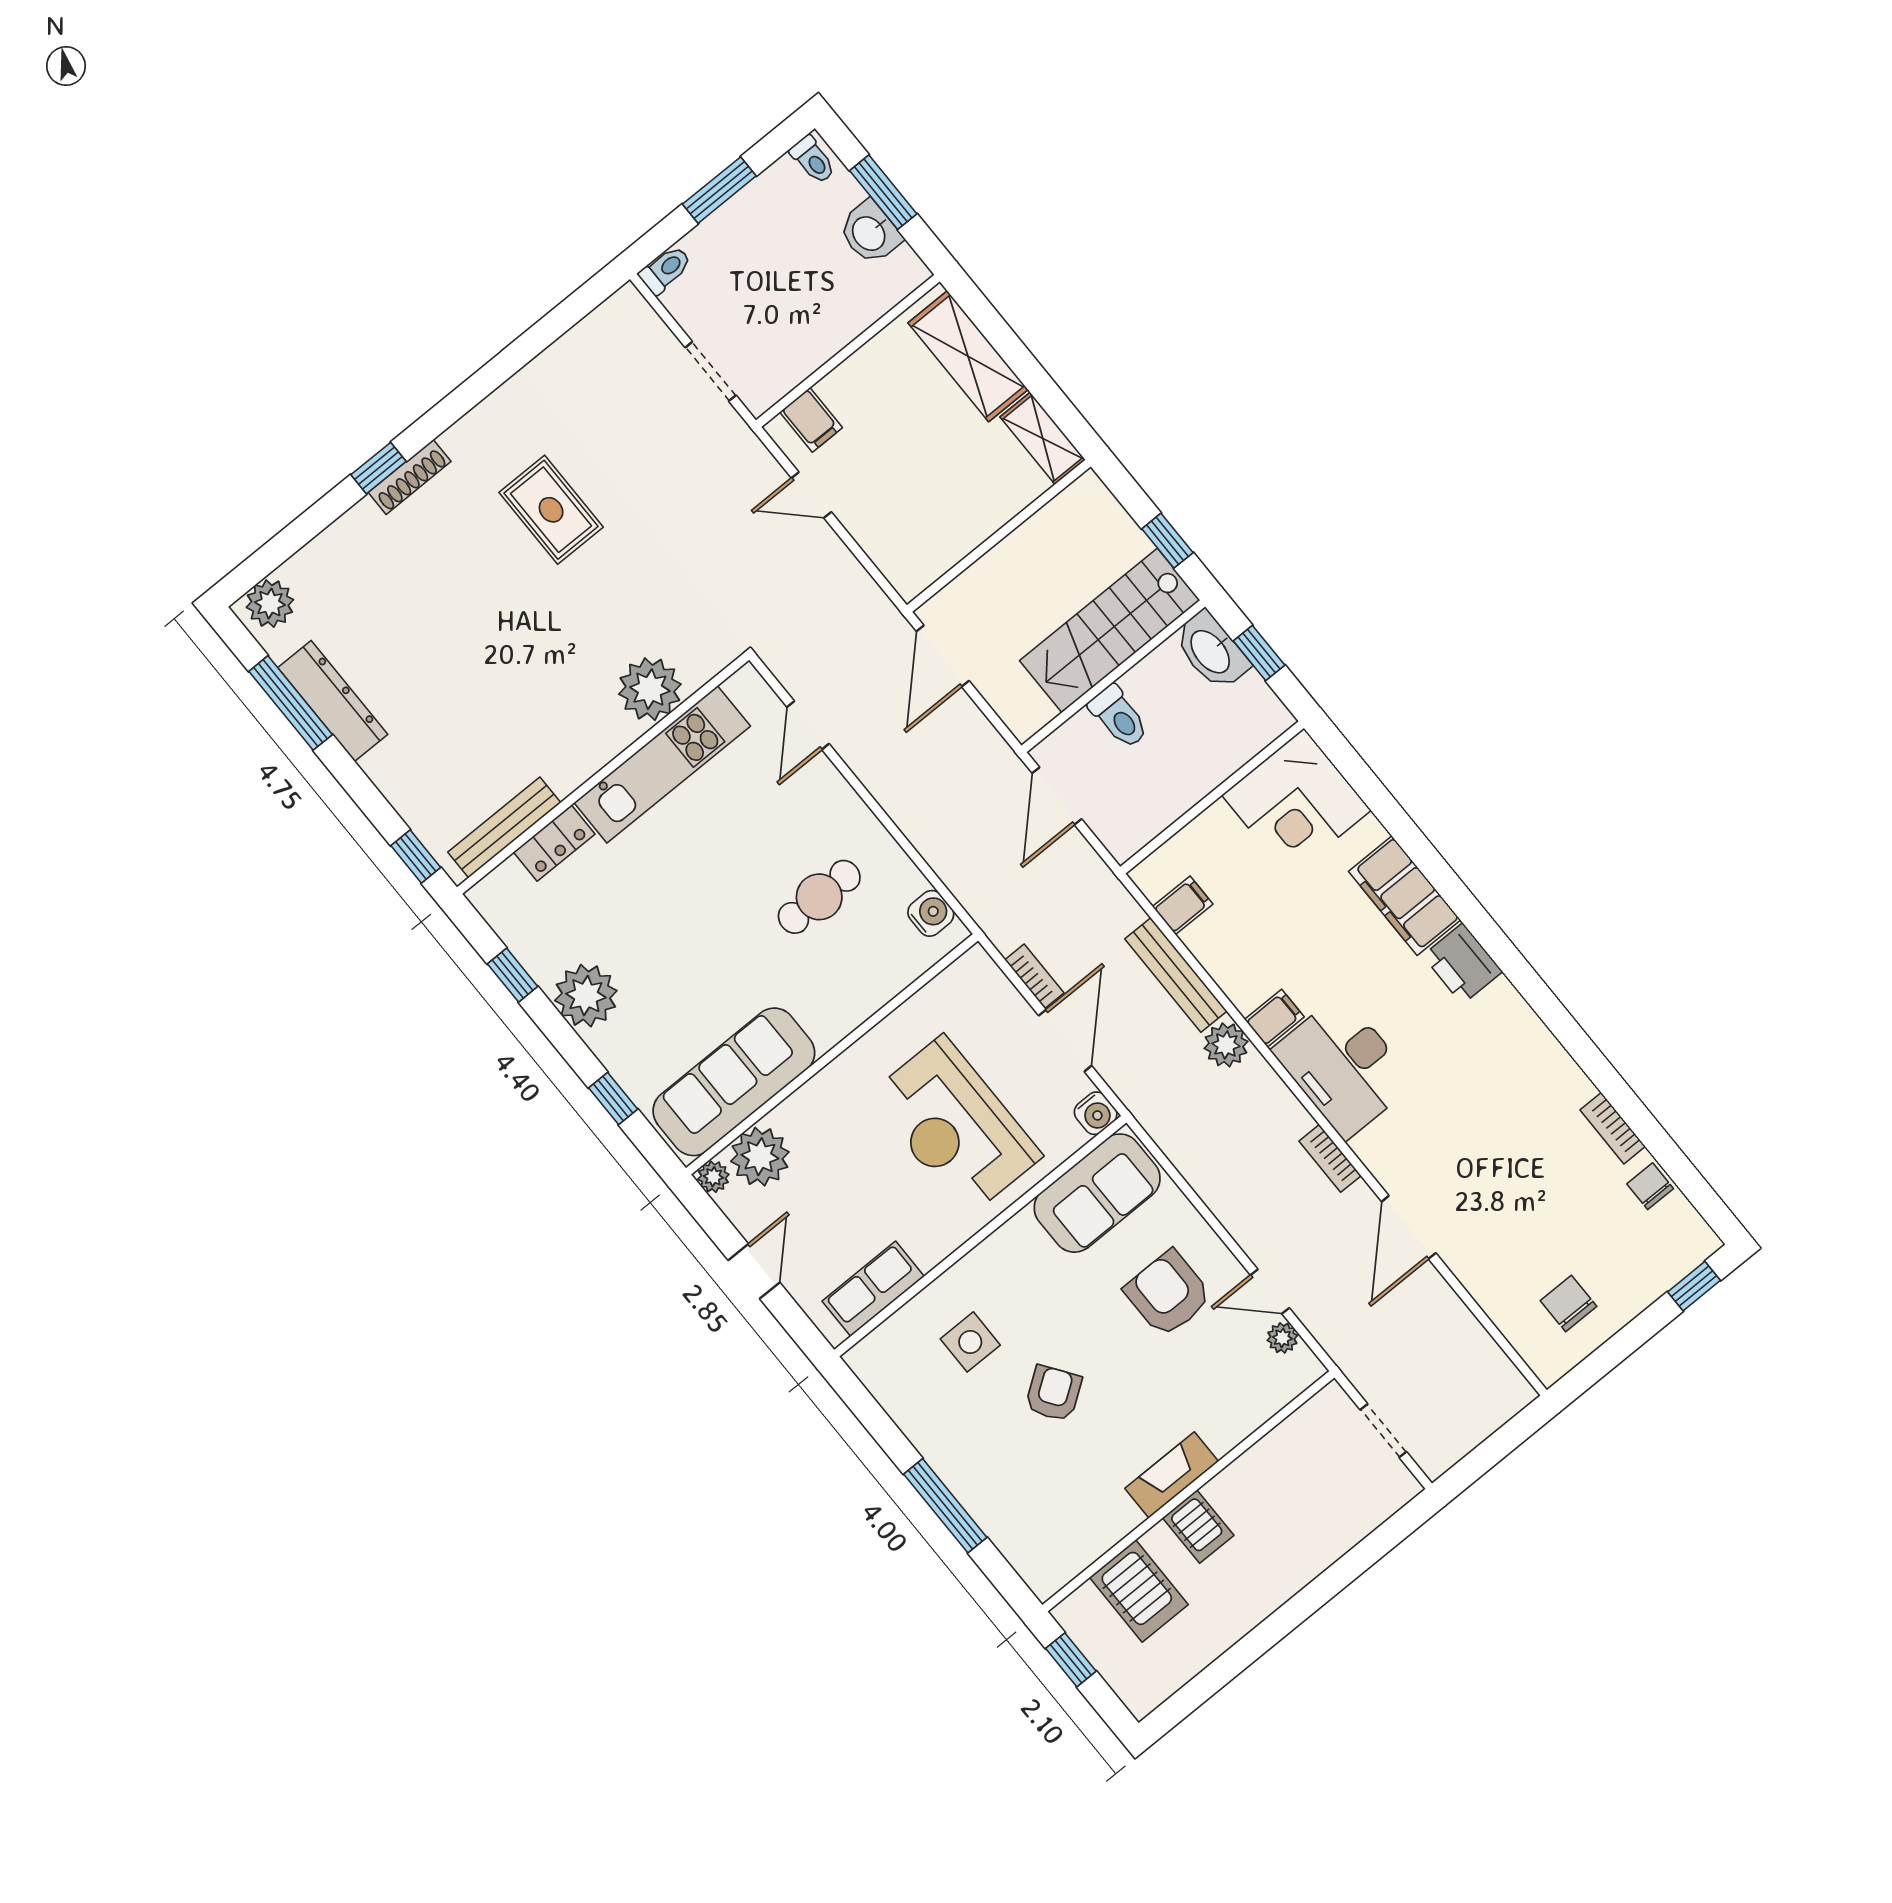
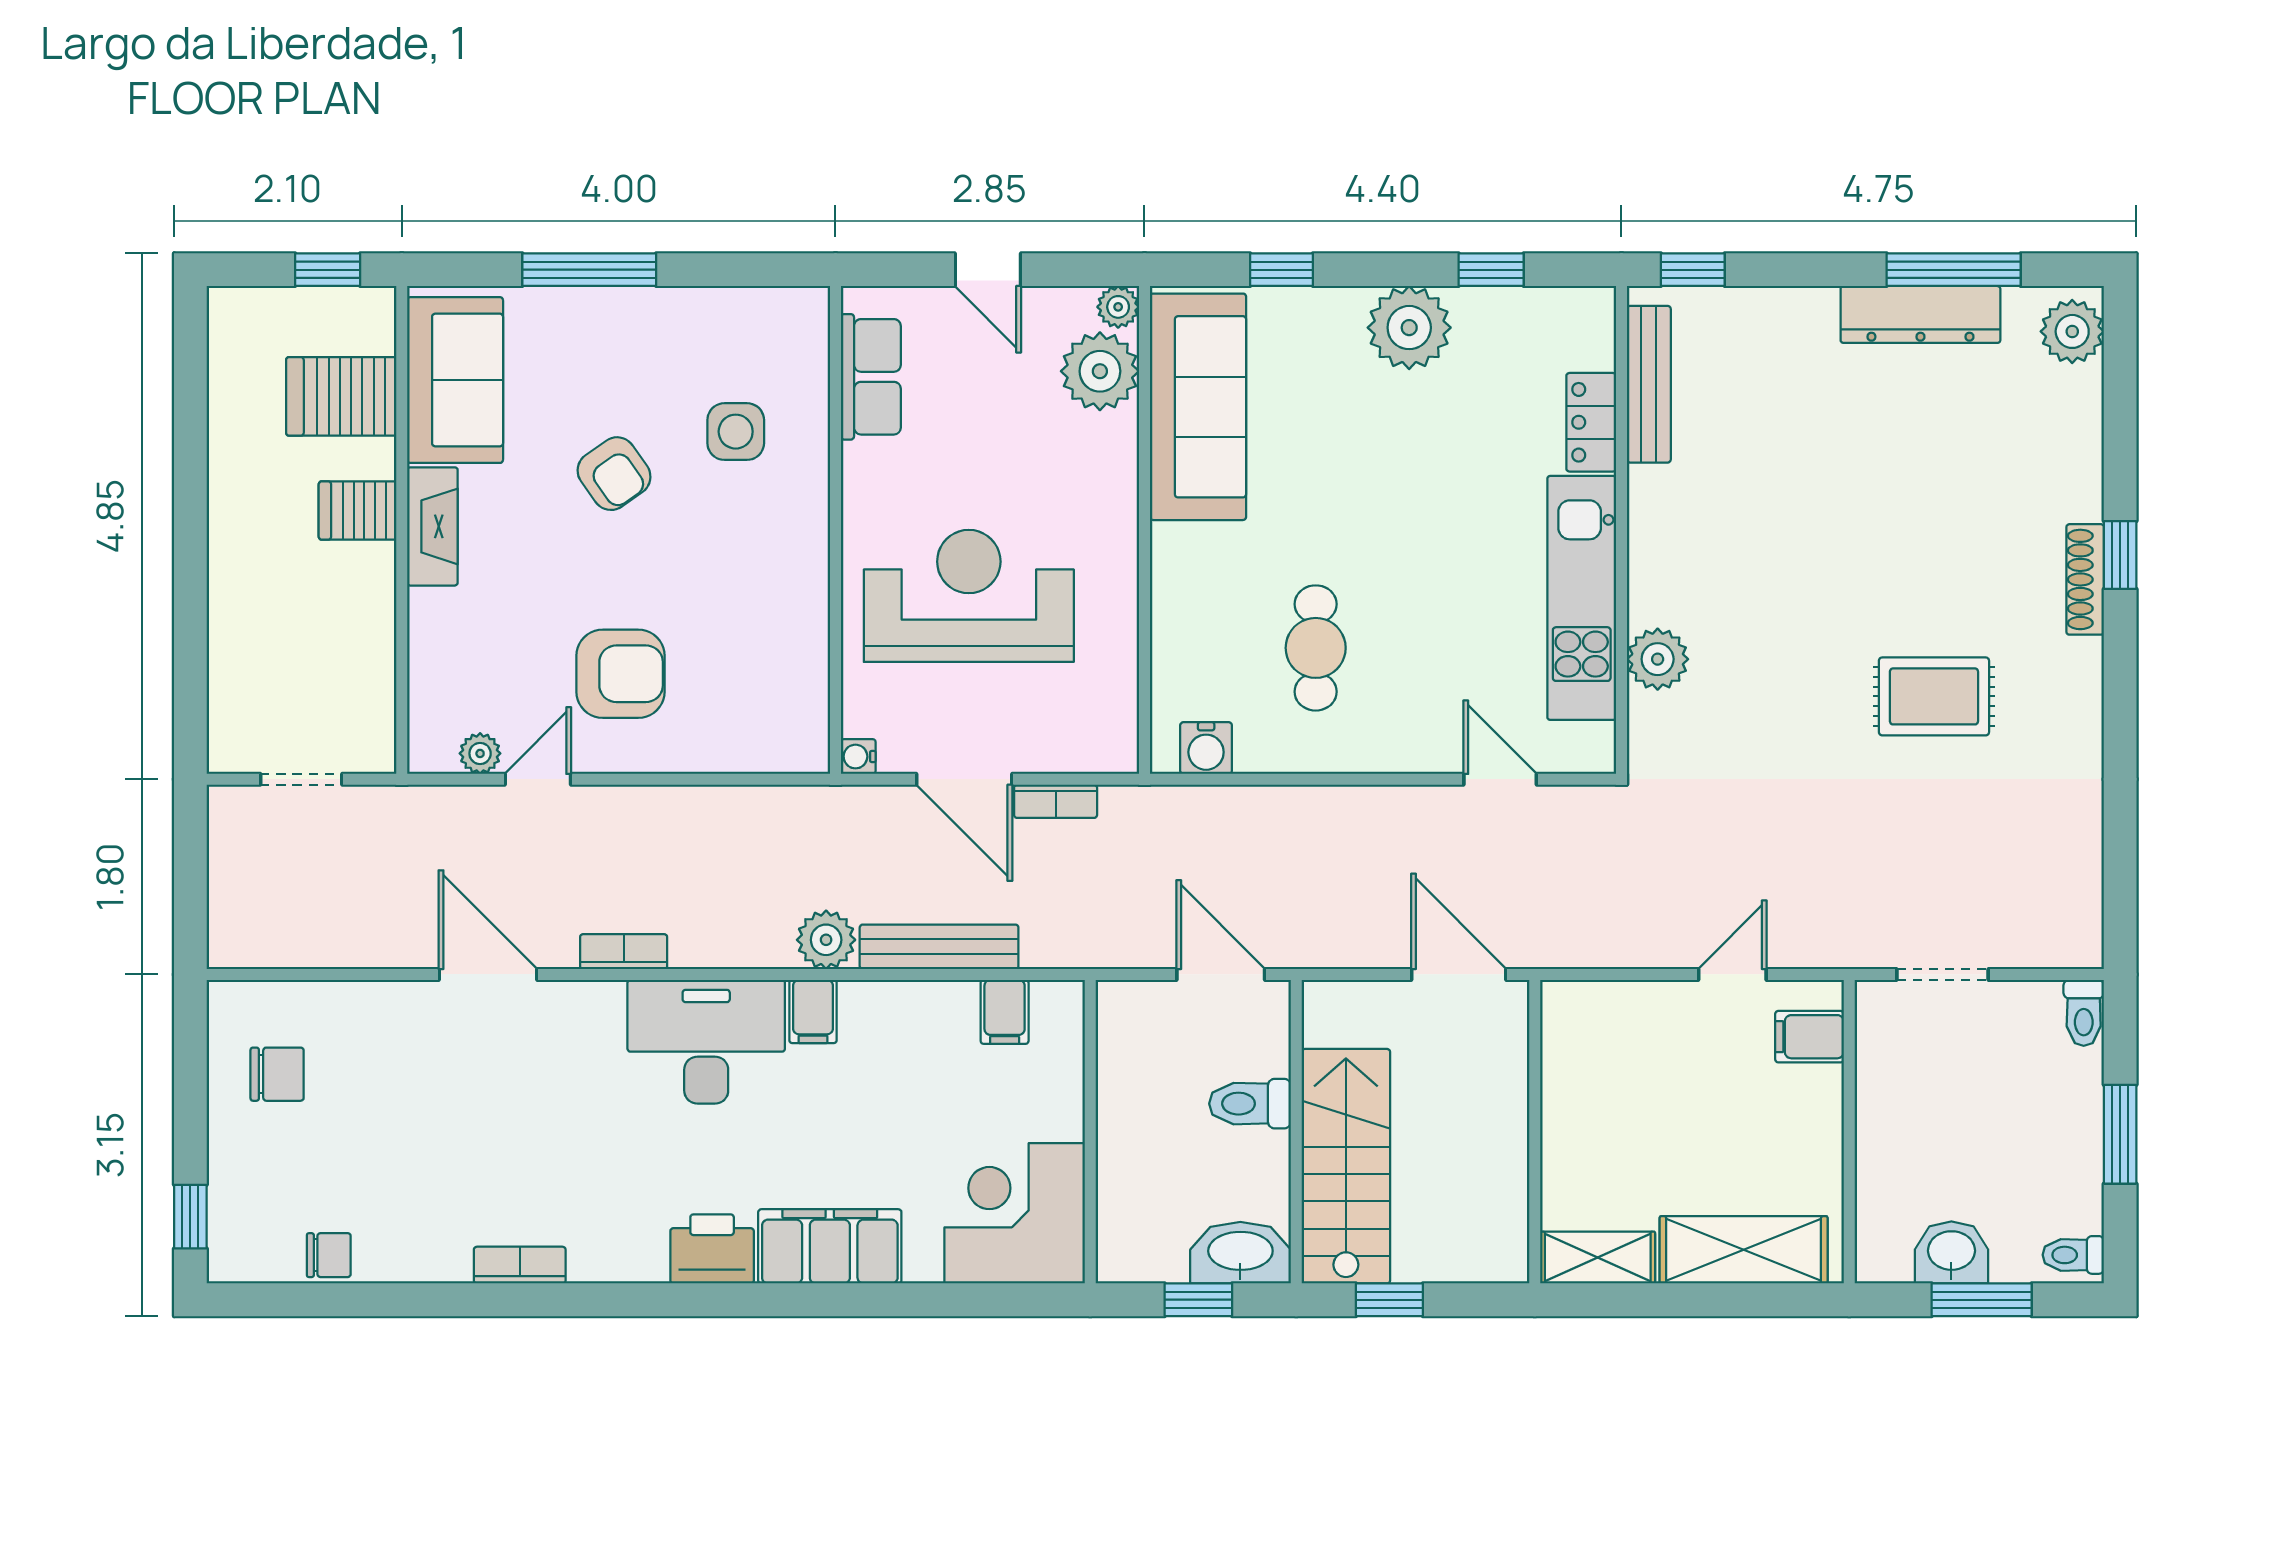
plant: (650, 689) -> (1658, 659), width x0.73, depth x0.73
water cooler: (1096, 1113) -> (858, 757), width x0.72, depth x0.72
bookcase: (1613, 1128) -> (520, 1265), moved
sofa: (1097, 1193) -> (455, 380), moved, turned 180

